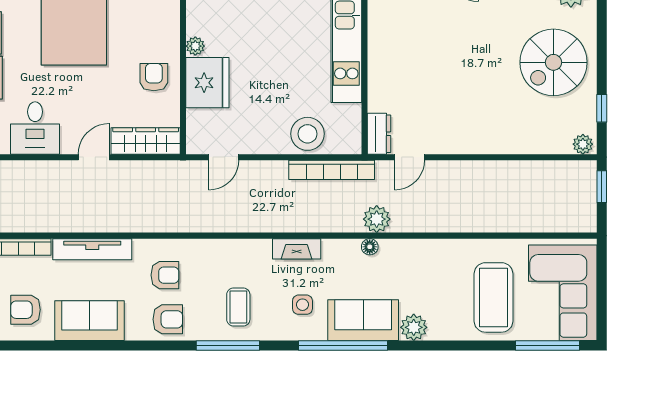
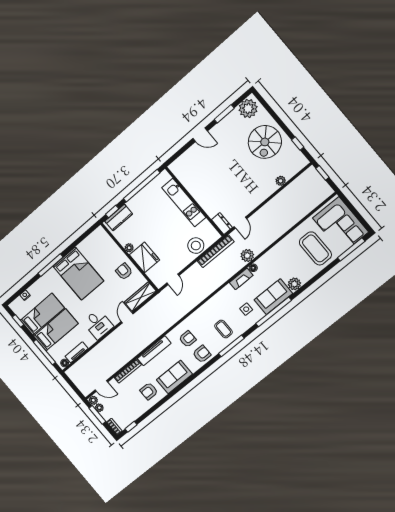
plant: (583, 144) -> (281, 181), moved
fireplace: (297, 249) -> (241, 279), moved

